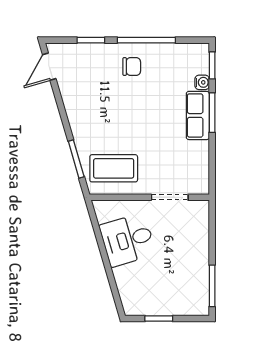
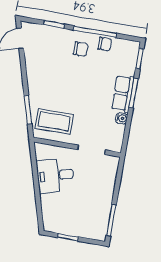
chair: (162, 54) -> (105, 44), added
water cooler: (202, 82) -> (122, 118), moved

